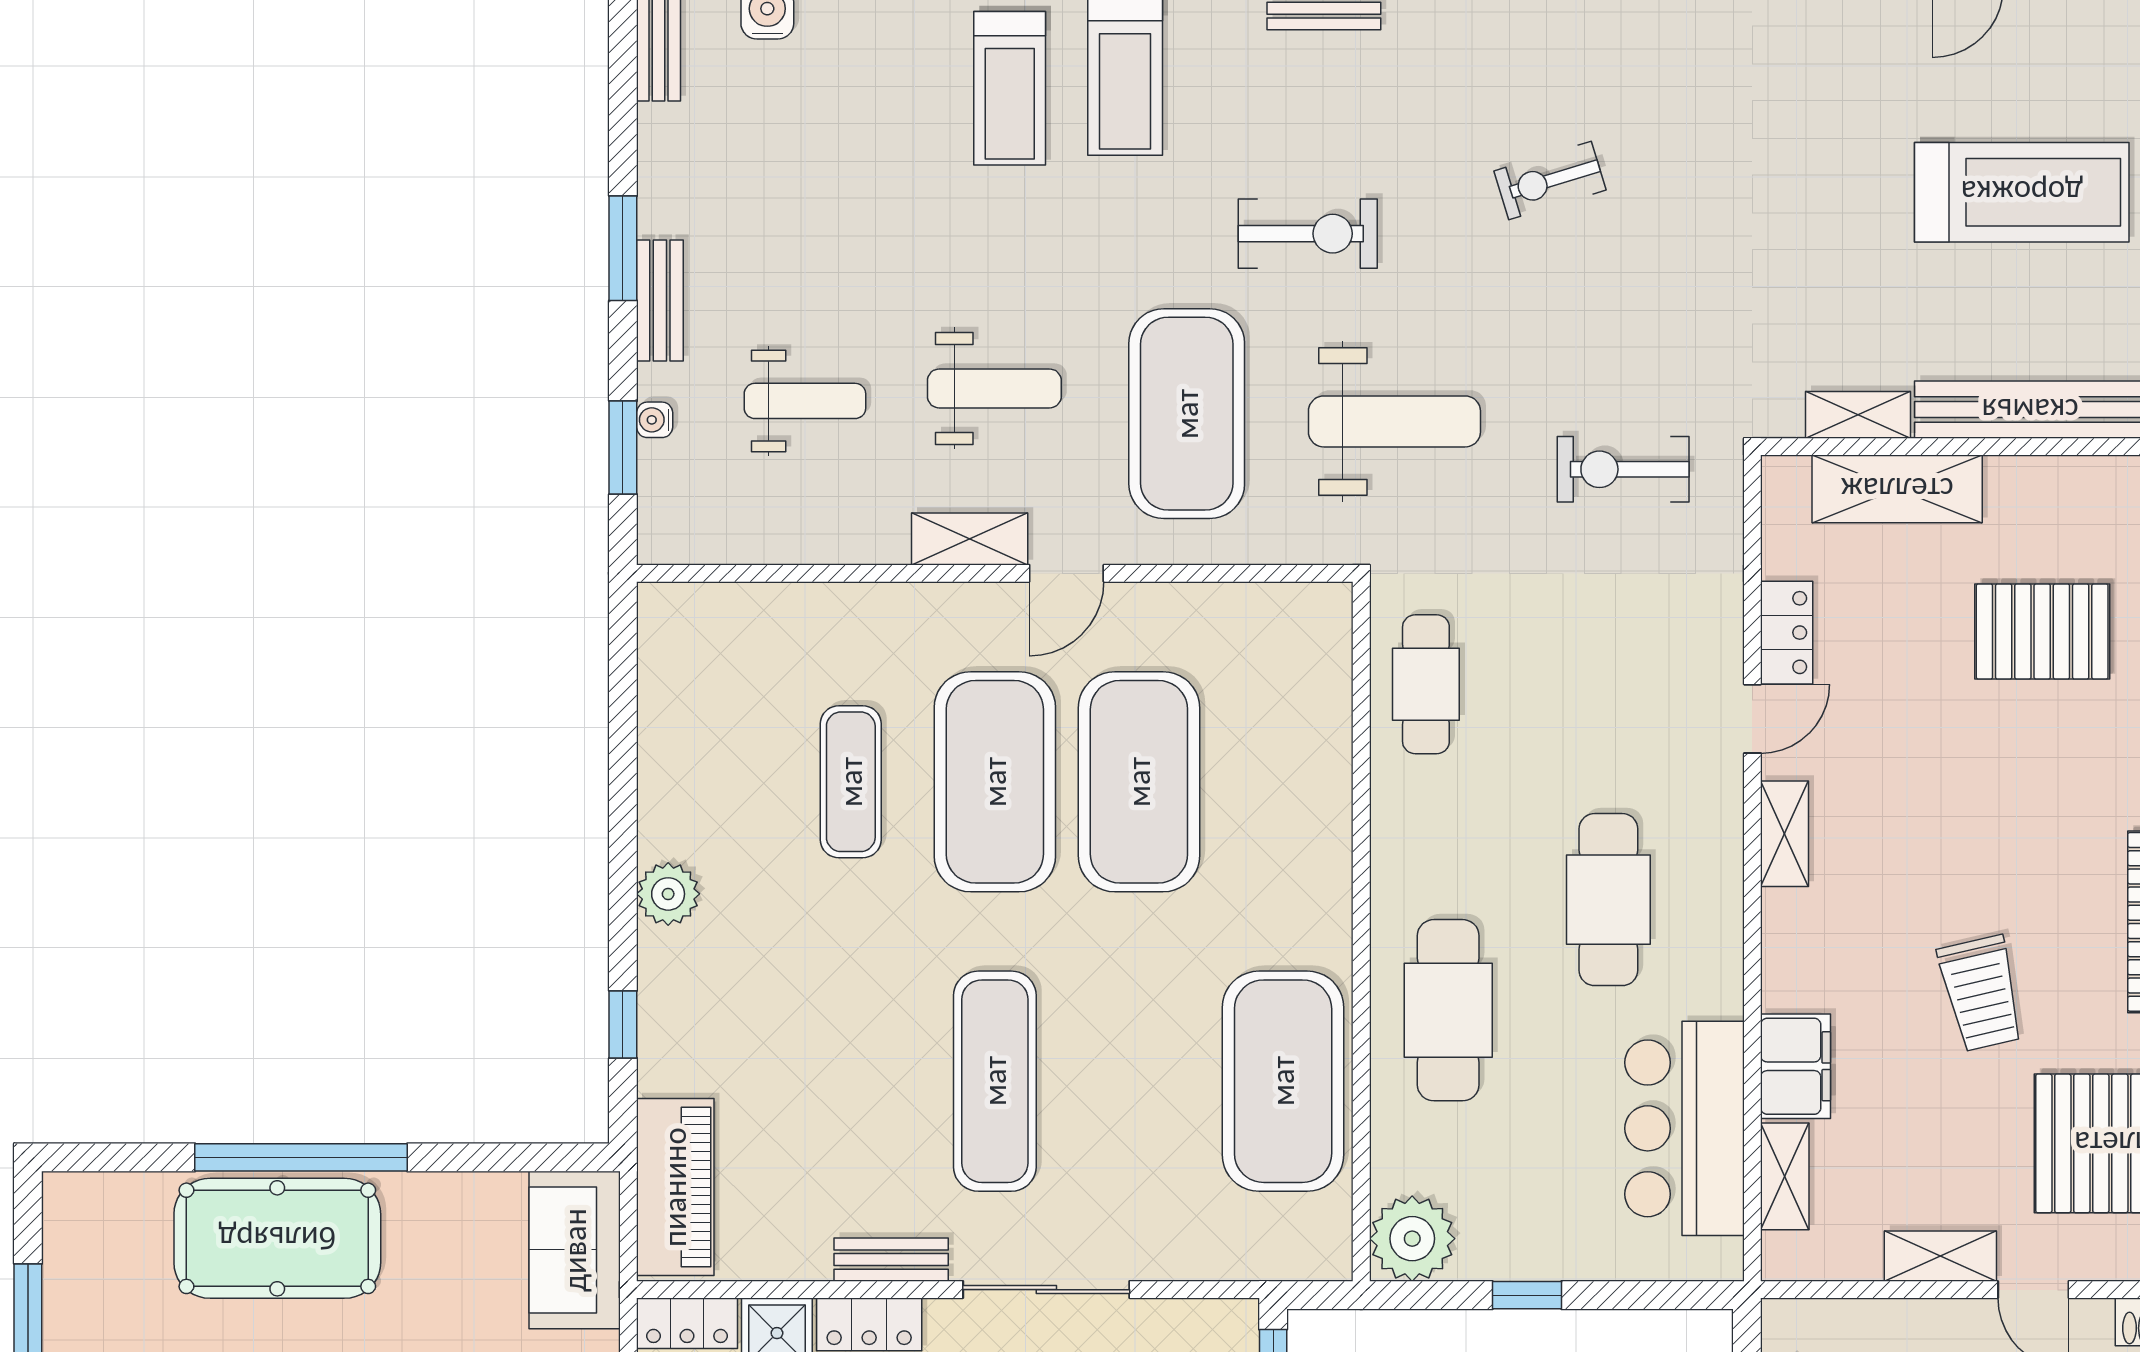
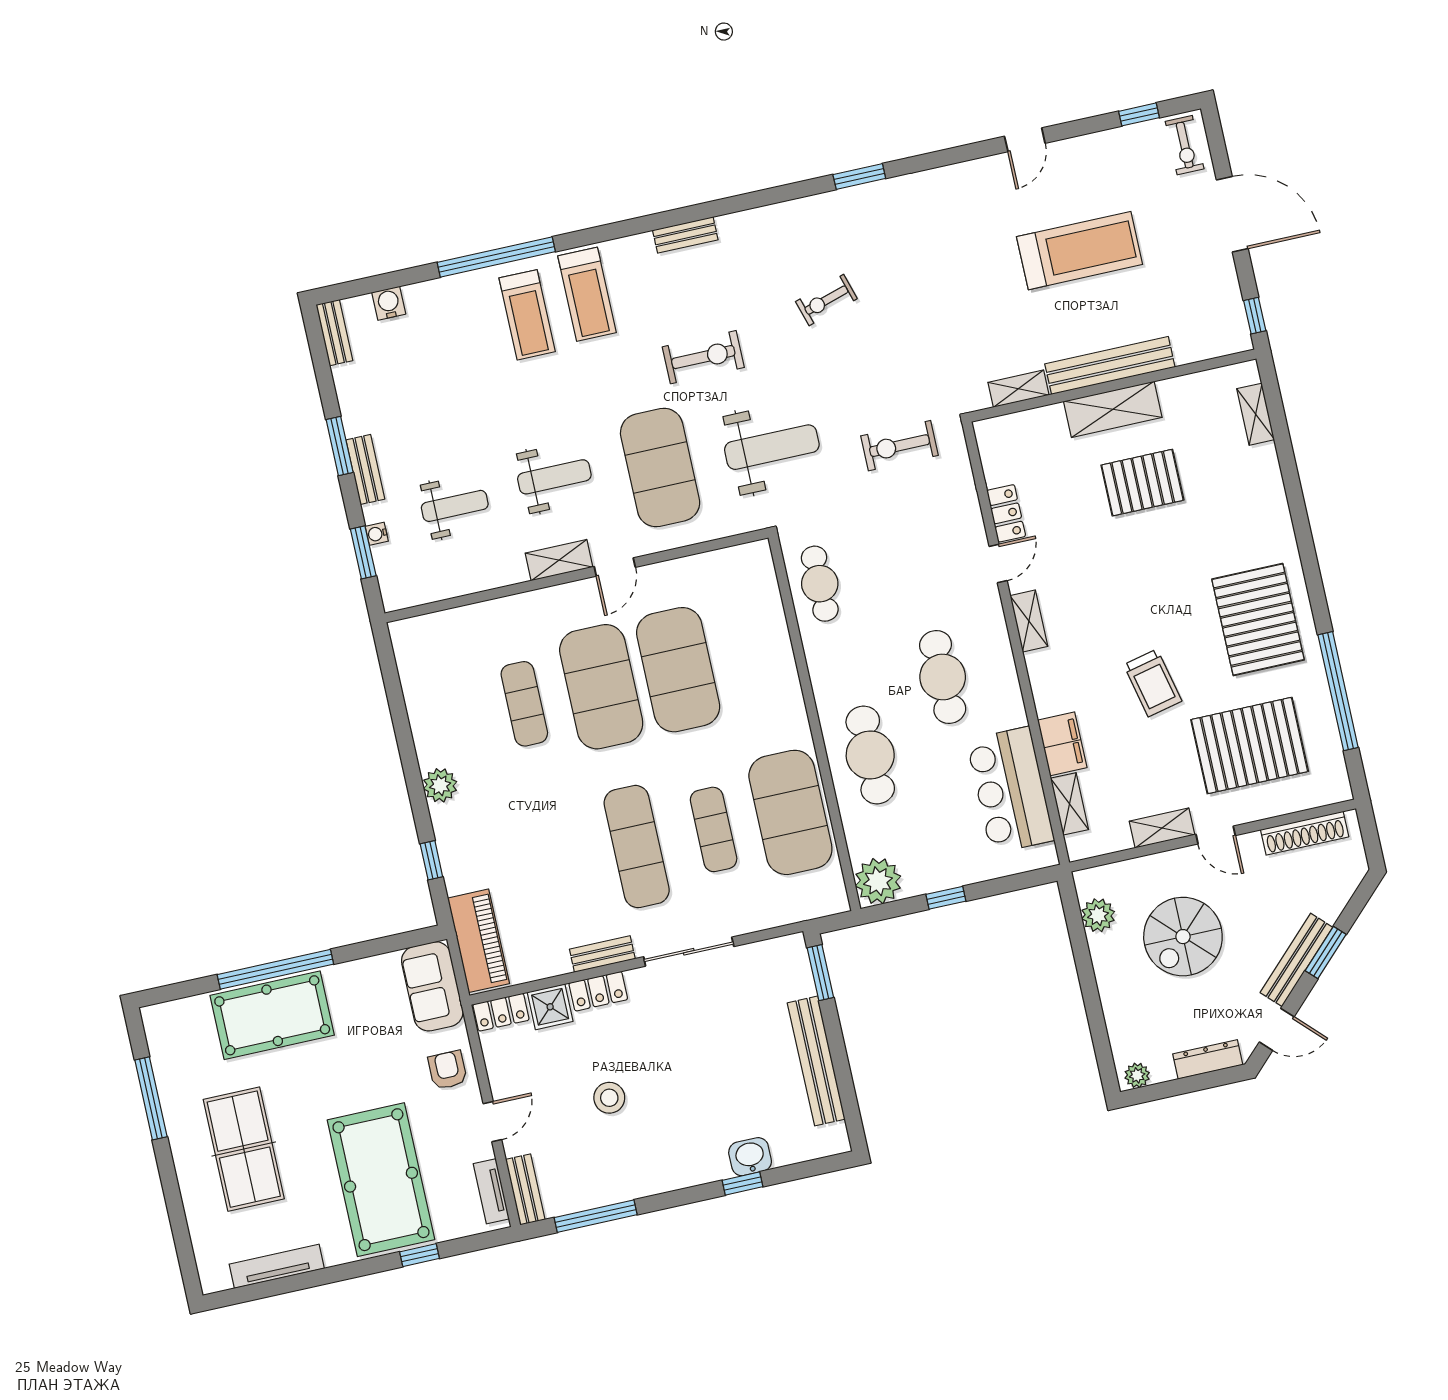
shelving: (1897, 489) -> (1113, 409), moved
exercise mat: (1139, 1081) -> (714, 829), added

